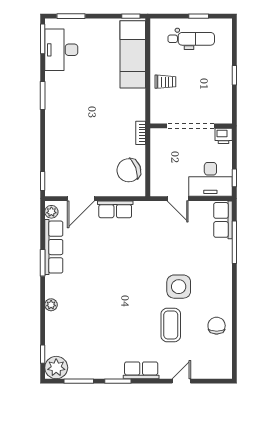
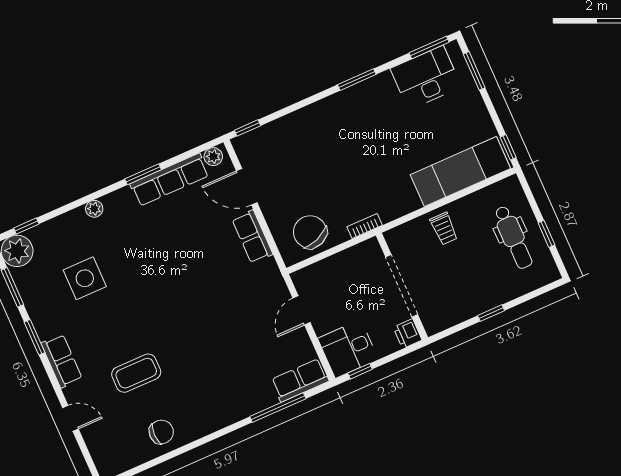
desk: (210, 179) -> (348, 349), width x0.73
side table: (179, 287) -> (85, 278), moved

